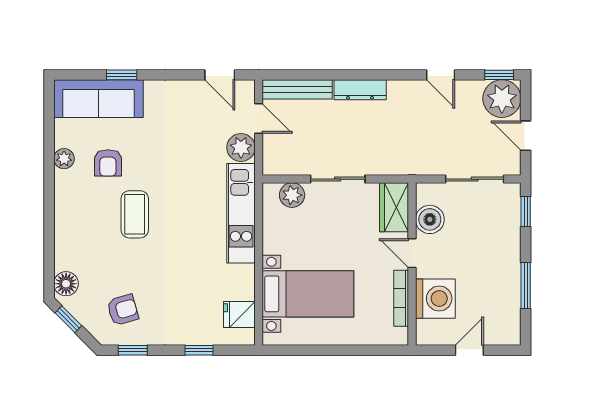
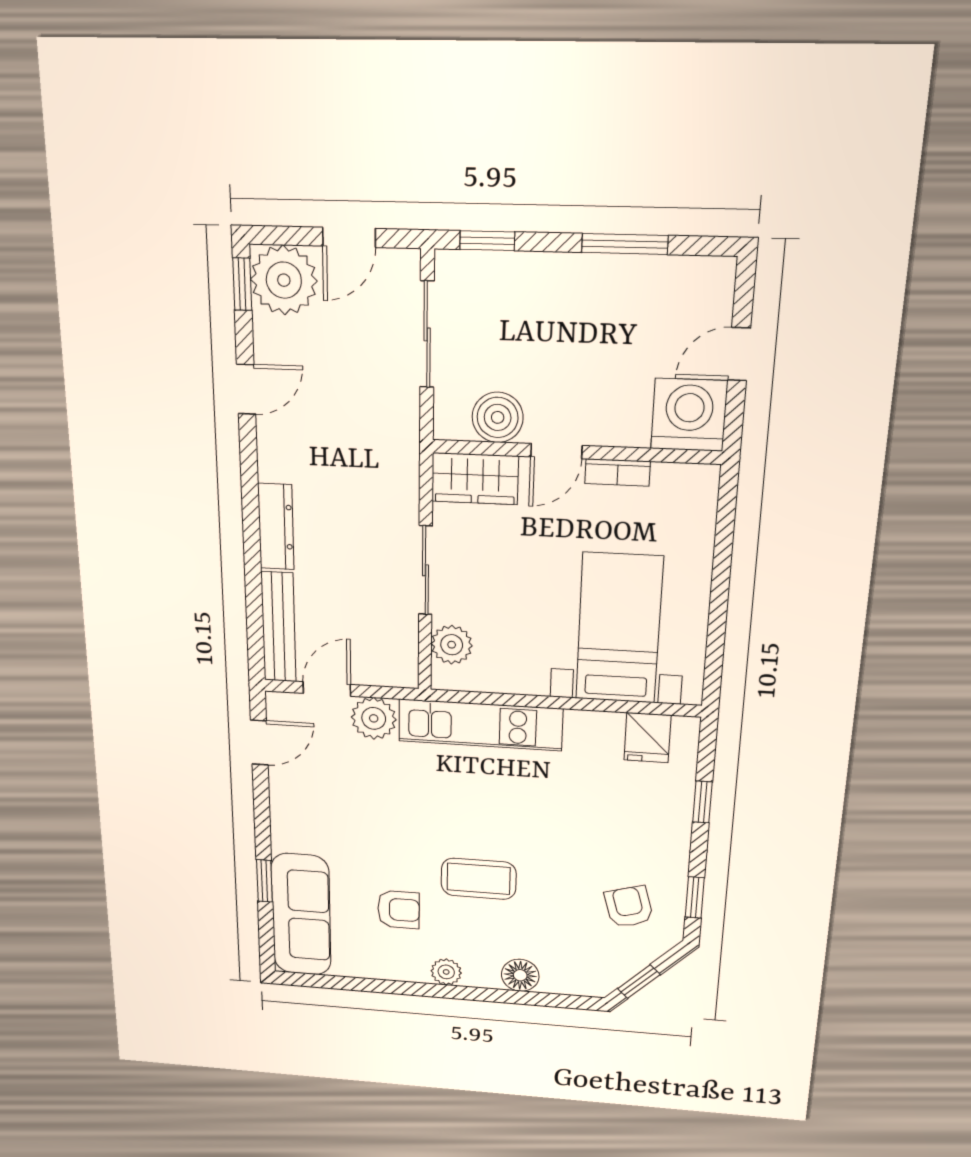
plant: (64, 159) -> (446, 972), moved
floor lamp: (66, 284) -> (520, 975), moved
bookcase: (401, 298) -> (618, 472), width x0.64
washing machine: (435, 299) -> (689, 415), moved
door: (469, 350) -> (739, 354), hinge flipped

